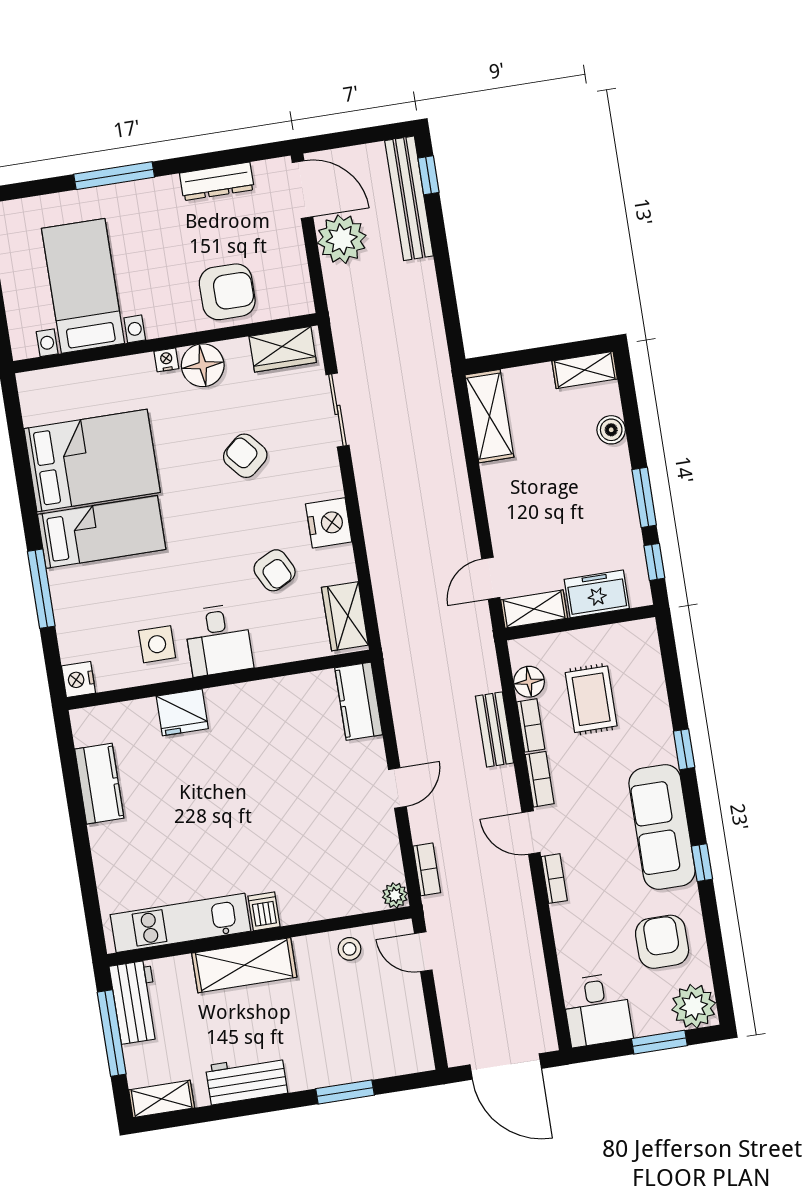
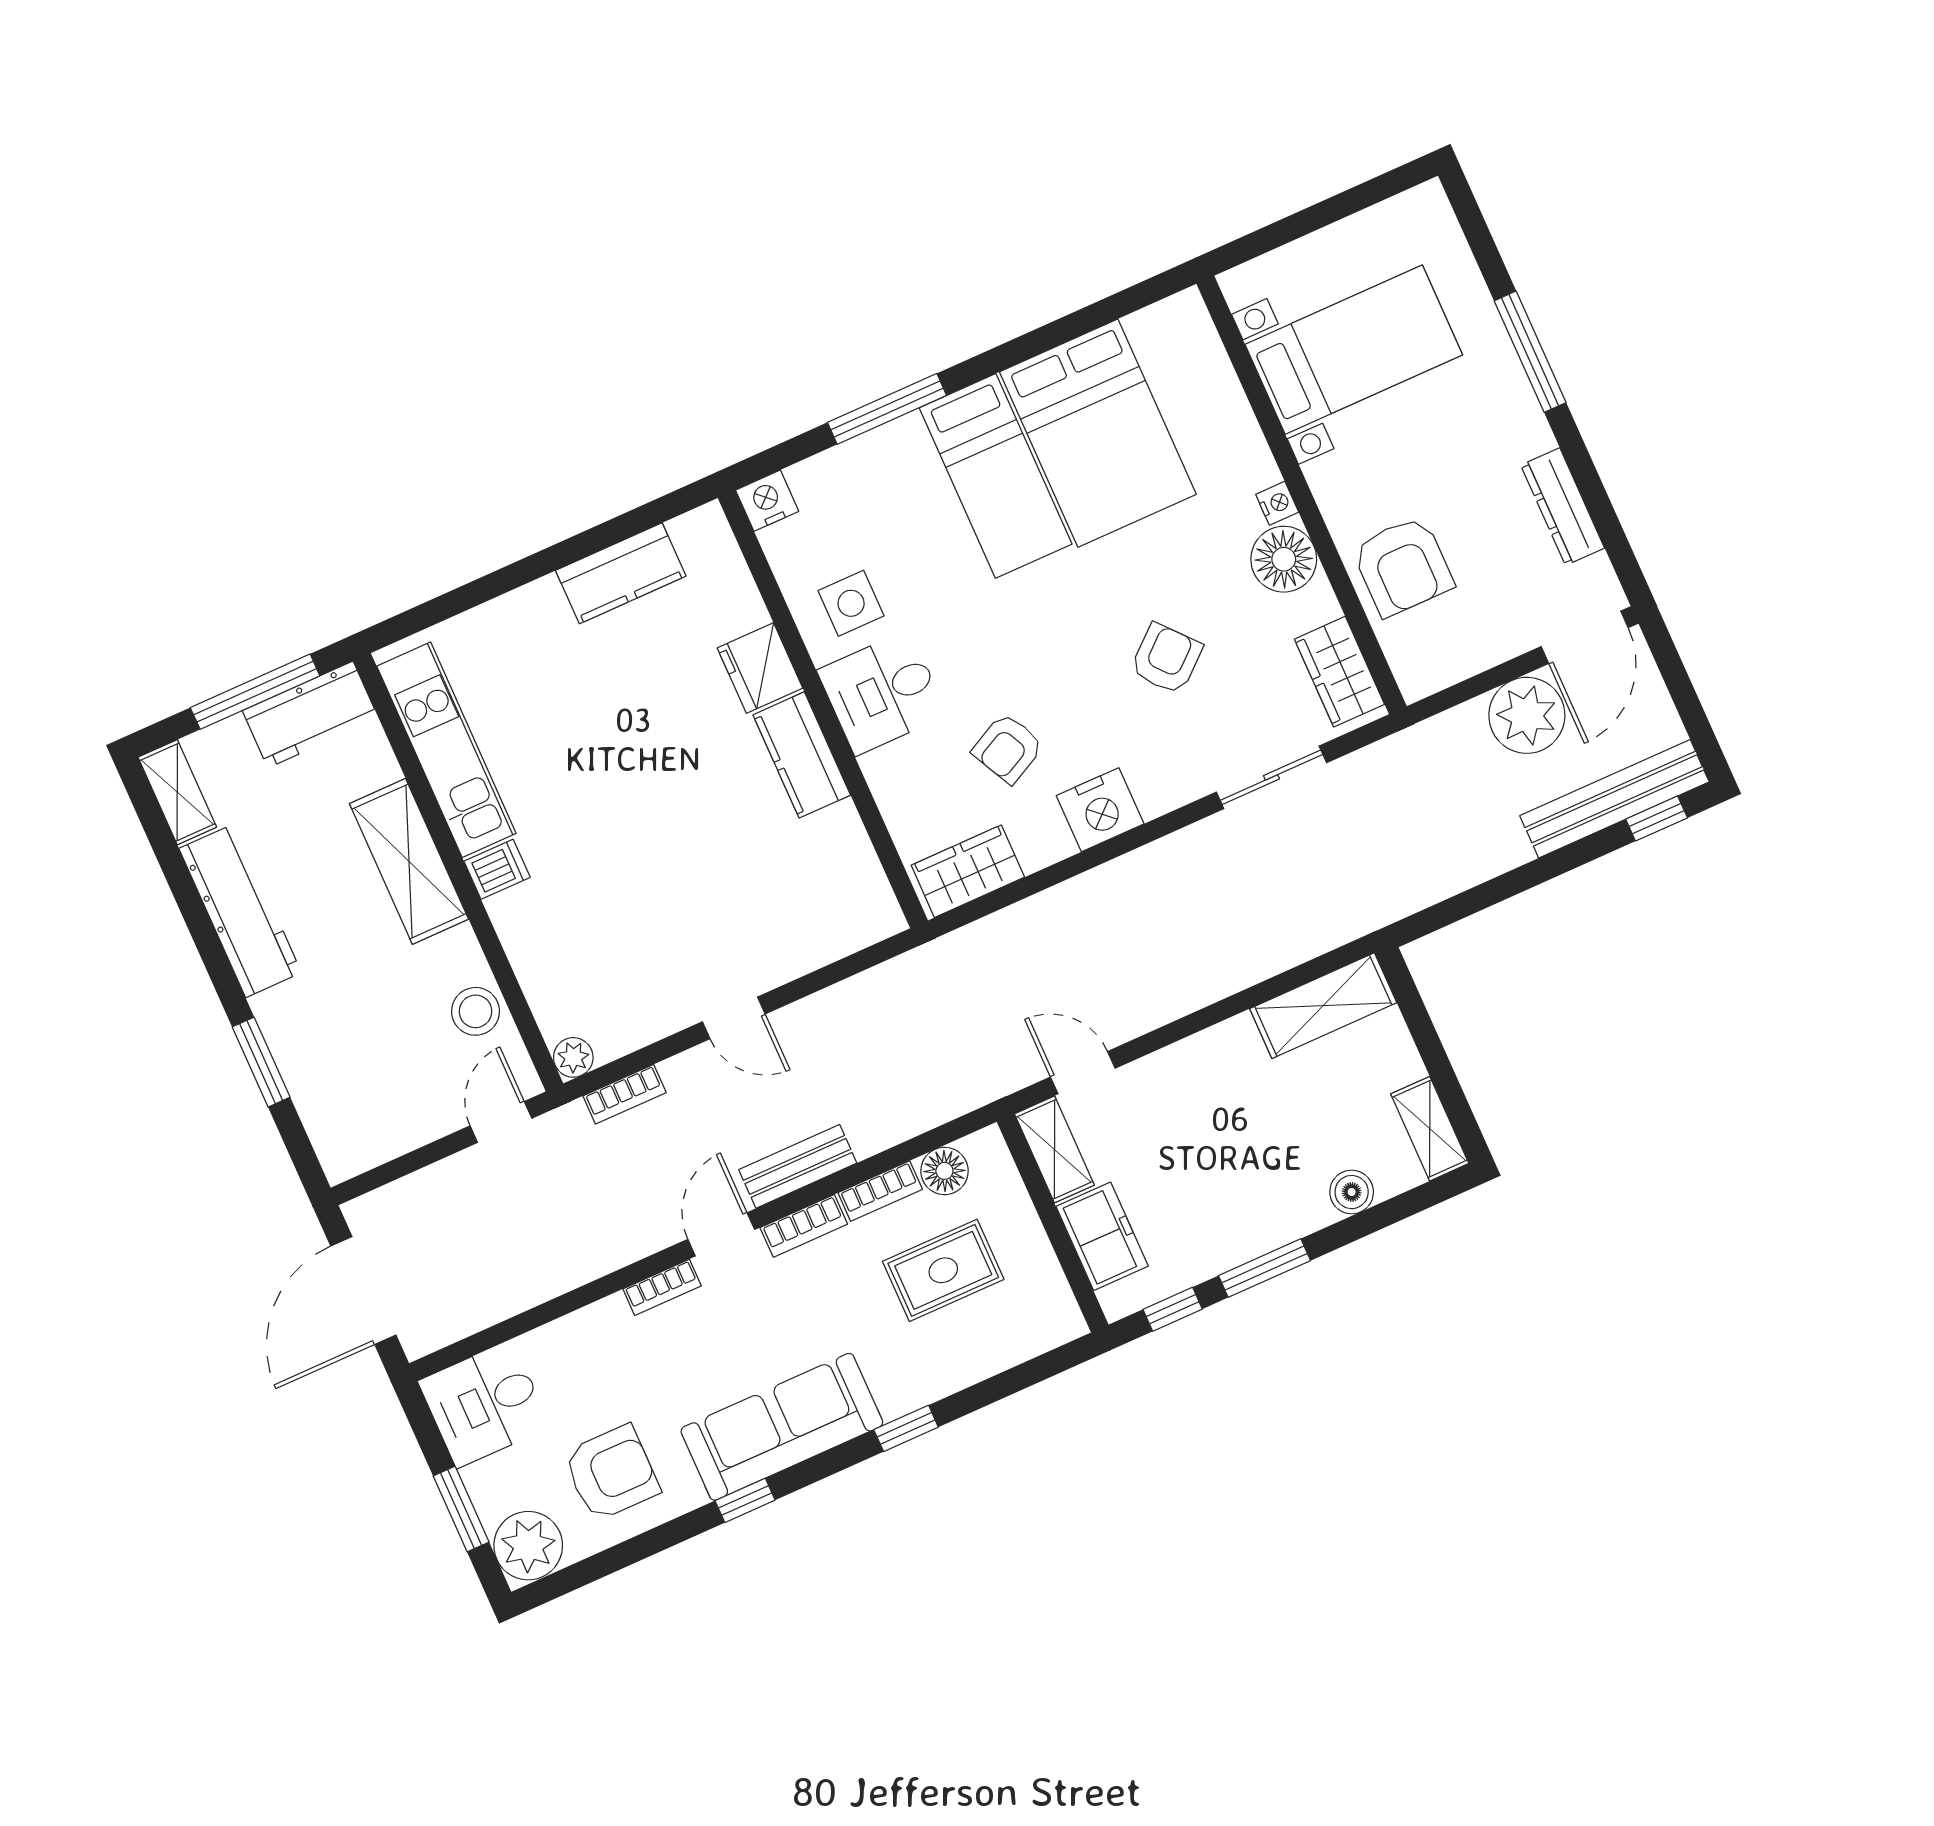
kitchen counter: (359, 701) -> (802, 755), moved, turned -90
bench: (494, 729) -> (798, 1166), moved
stool: (350, 949) -> (475, 1011), width x1.37, depth x1.37
workbench: (246, 1079) -> (240, 911), width x1.37

